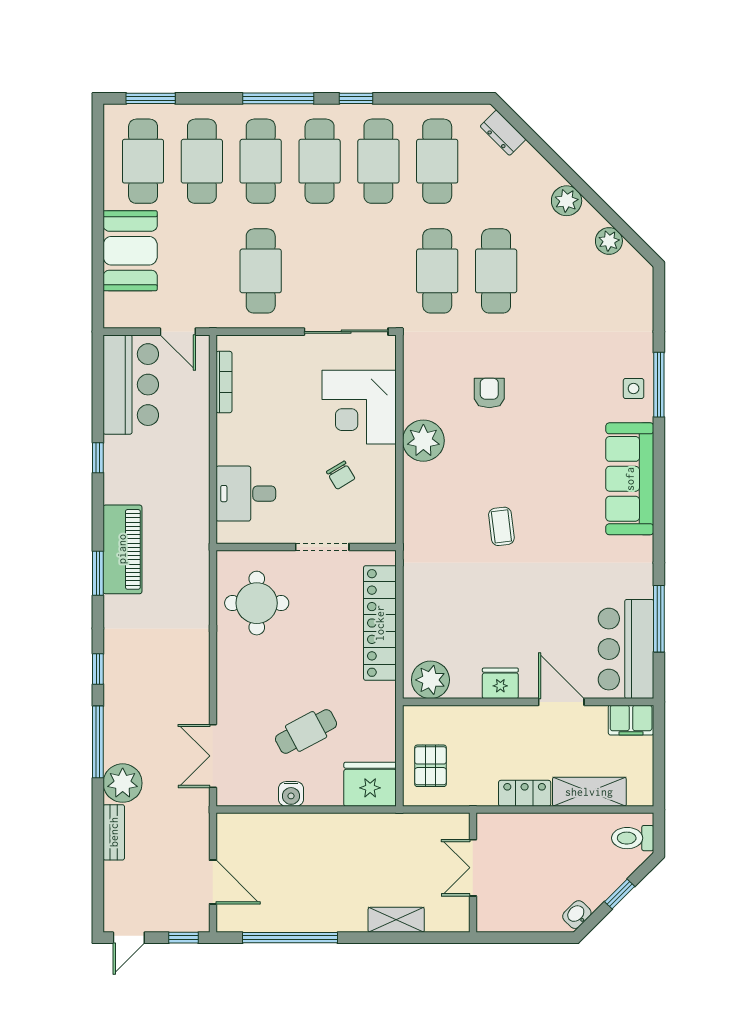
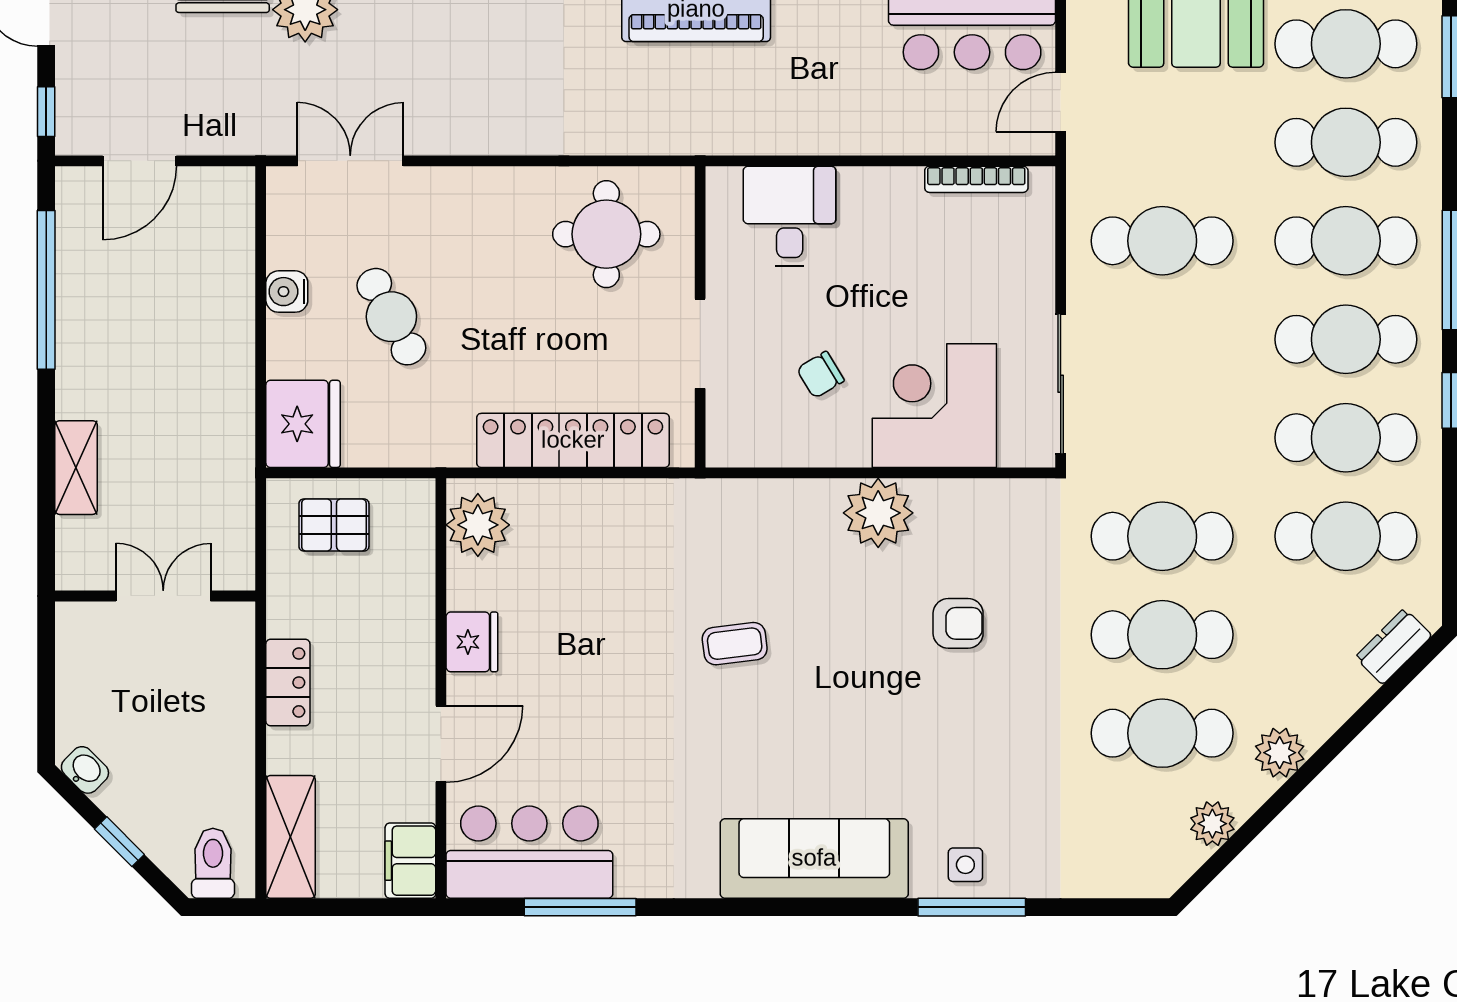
cafe table: (555, 271) -> (1162, 733), added
shelving: (589, 792) -> (291, 837), moved

